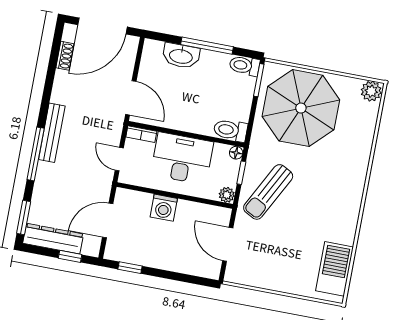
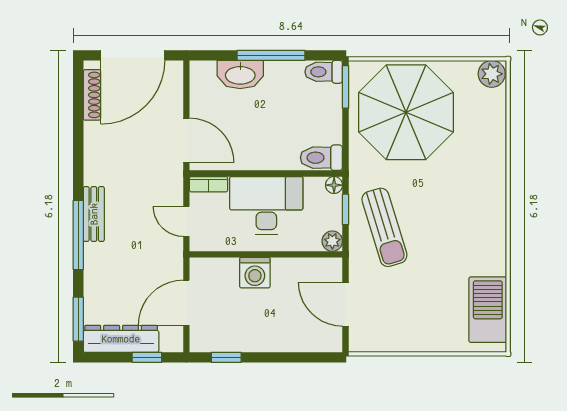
shoe rack: (65, 56) -> (92, 95), width x1.43
bench: (52, 133) -> (94, 214), width x0.73
sun lounger: (268, 192) -> (384, 227), turned -45

